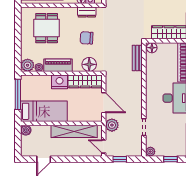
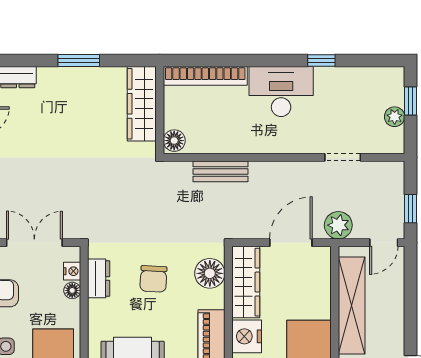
bench: (137, 58) -> (220, 171), moved
plant: (150, 152) -> (395, 117), moved

